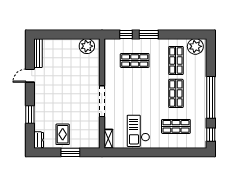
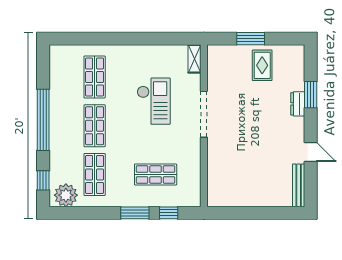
plant: (87, 46) -> (226, 196), removed
door: (30, 76) -> (311, 152), hinge flipped
shop shelf: (176, 126) -> (95, 77), turned 90
checkout: (138, 131) -> (154, 101), moved
window: (211, 135) -> (43, 180), moved
dresser: (39, 140) -> (298, 104), moved

